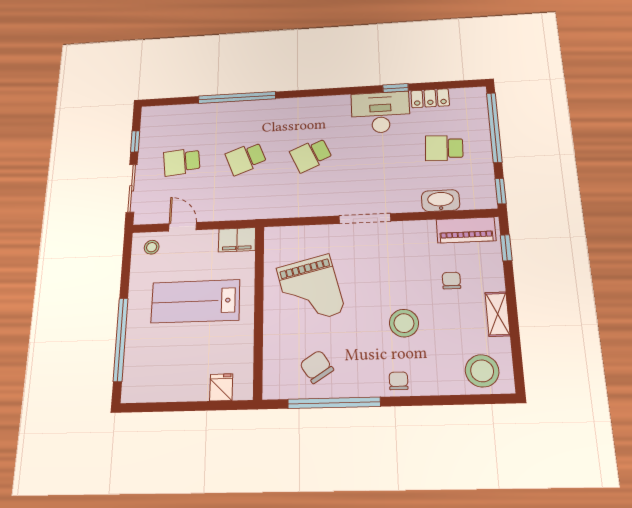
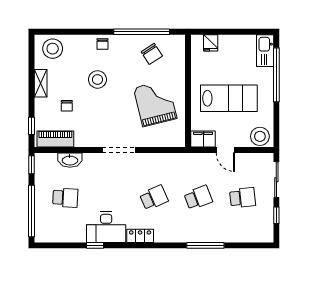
window: (237, 97) -> (205, 245), width x0.68
locker: (430, 98) -> (140, 236), moved
door: (183, 227) -> (225, 150), moved
stool: (152, 247) -> (260, 136), width x1.89, depth x1.89
kitchen sink: (135, 377) -> (265, 51), added

